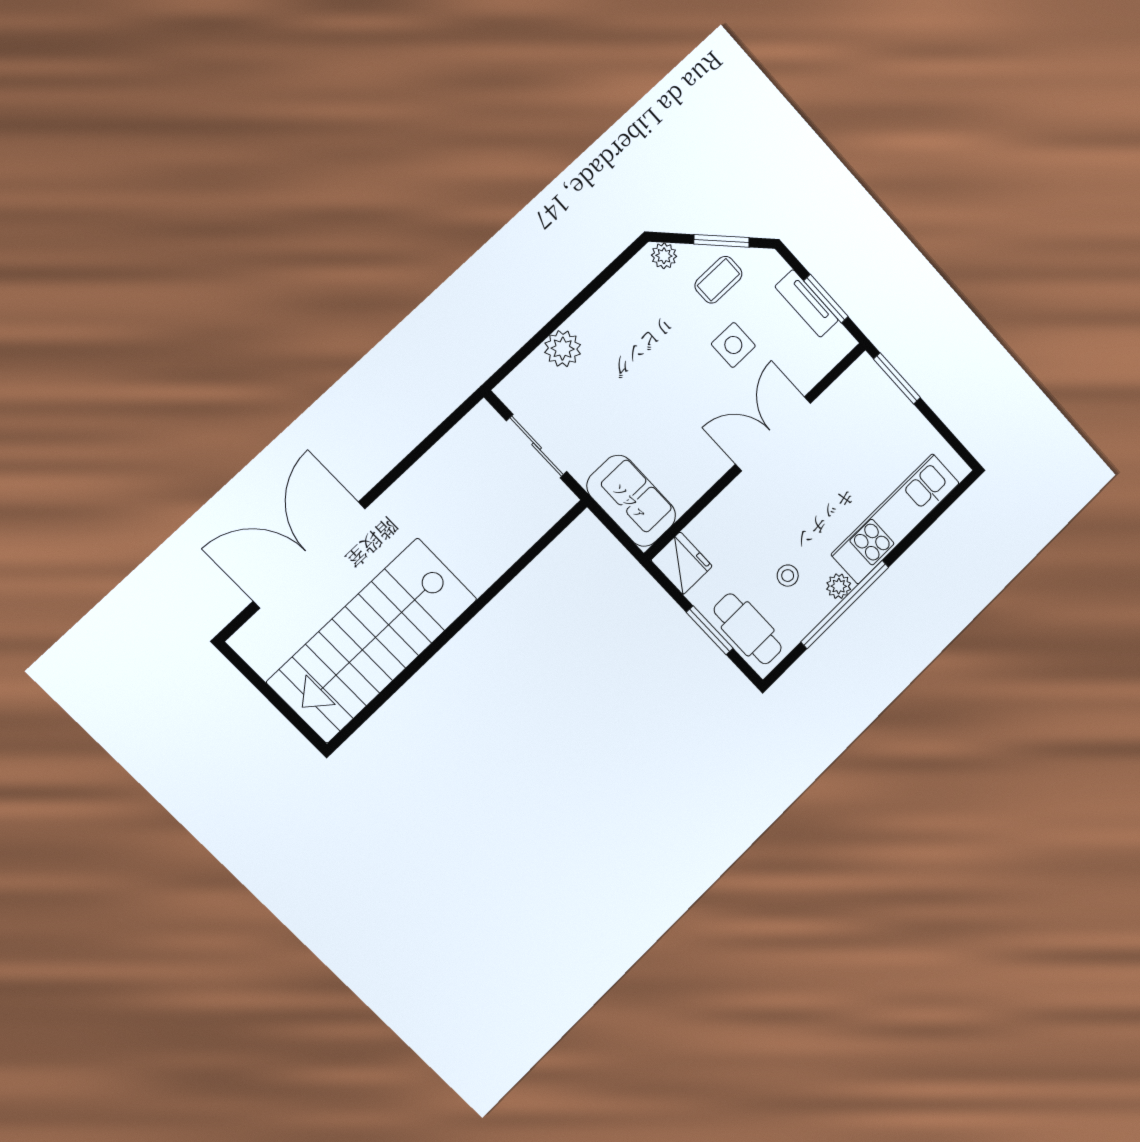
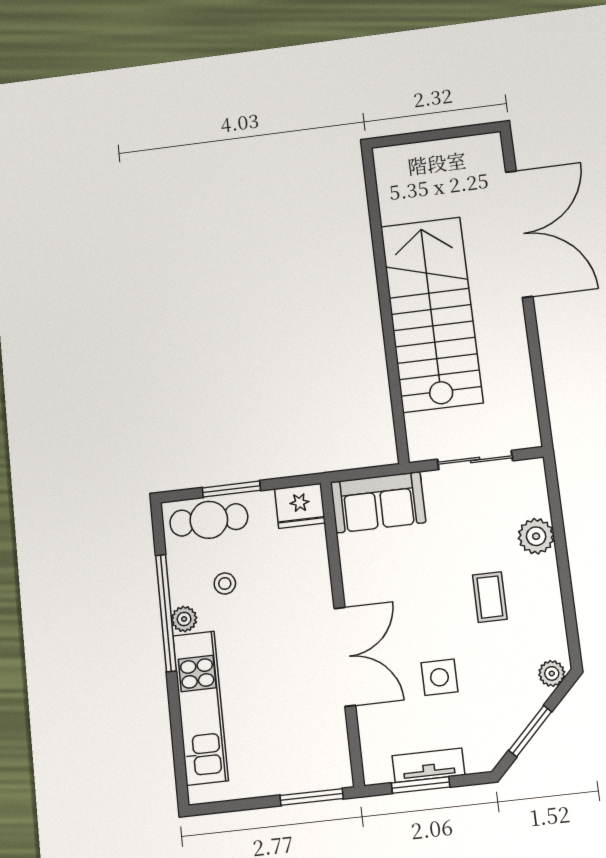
coffee table: (718, 280) -> (490, 597), moved
stairs: (373, 640) -> (432, 314), moved

